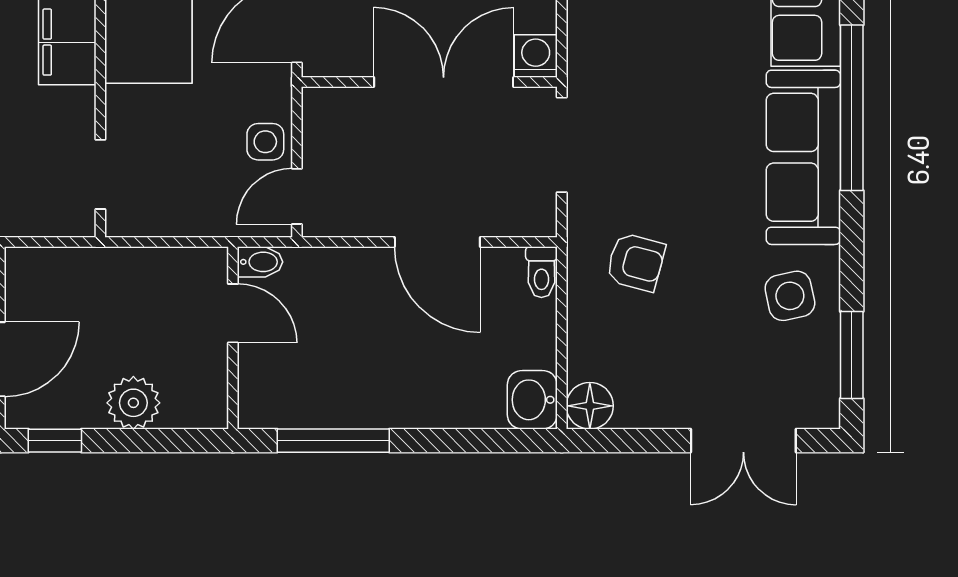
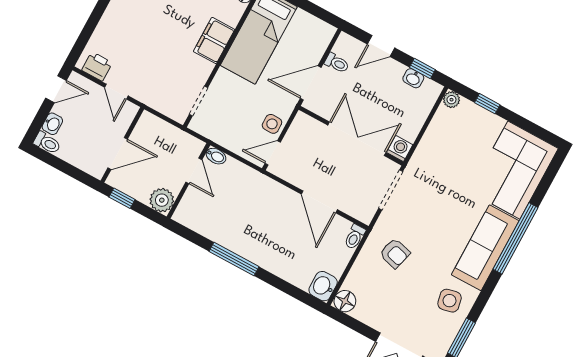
bidet: (260, 262) -> (216, 156), moved
door: (233, 313) -> (194, 171), moved
wall: (233, 338) -> (188, 181), moved

